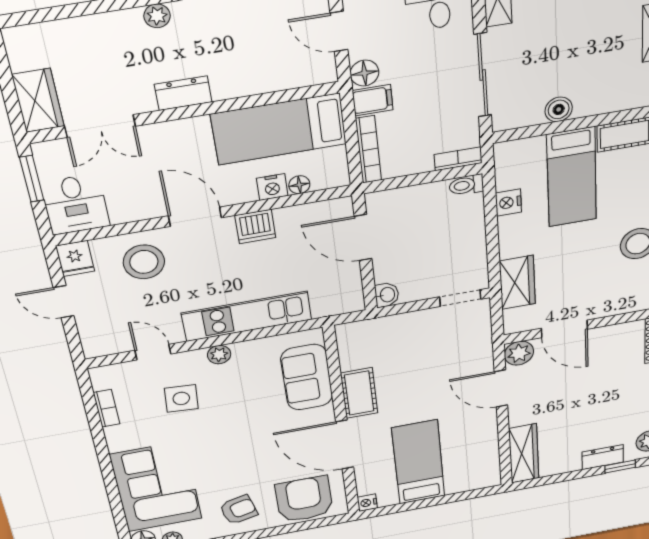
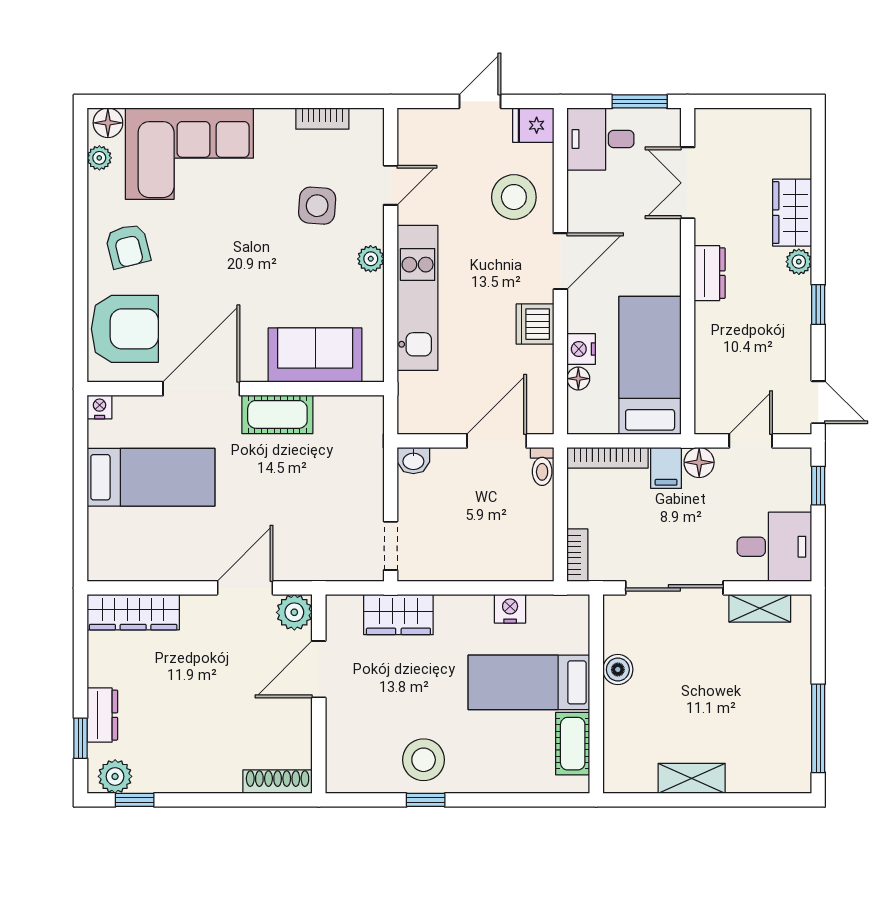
wardrobe: (38, 100) -> (792, 213), moved, turned 90
toilet: (466, 185) -> (542, 466), moved, turned 180

